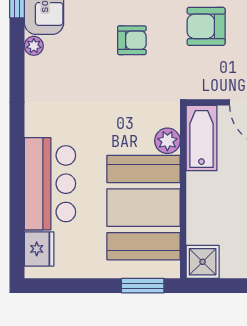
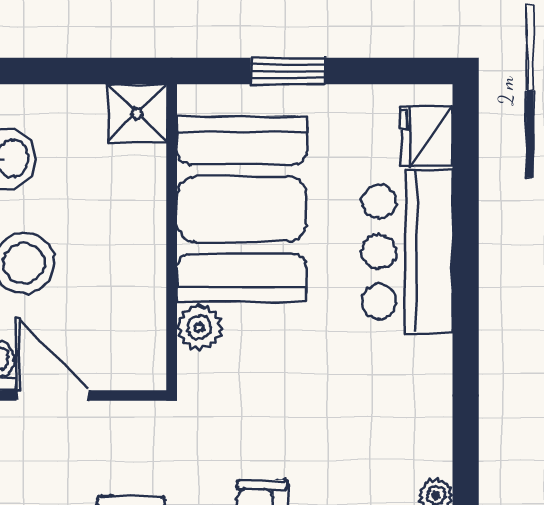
bathtub: (201, 138) -> (139, 332), removed
window: (143, 286) -> (288, 71), moved

